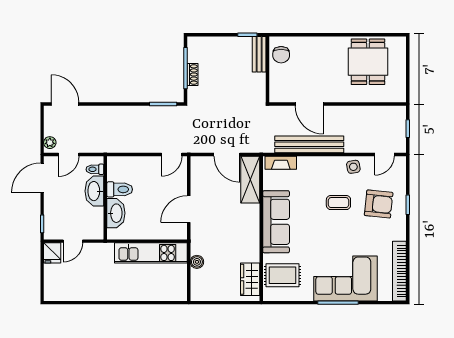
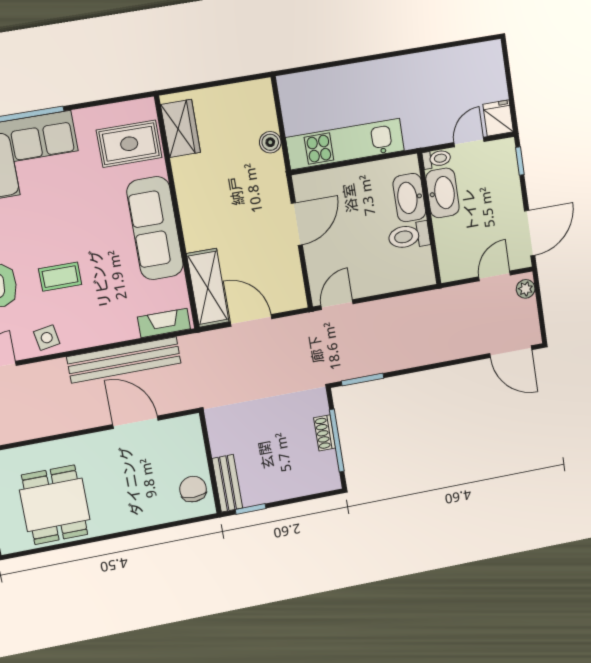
toilet: (95, 169) -> (437, 159), moved
washbasin: (94, 191) -> (443, 193), moved

